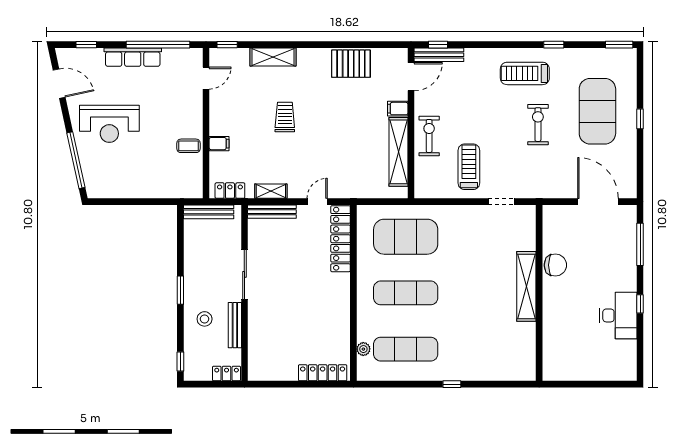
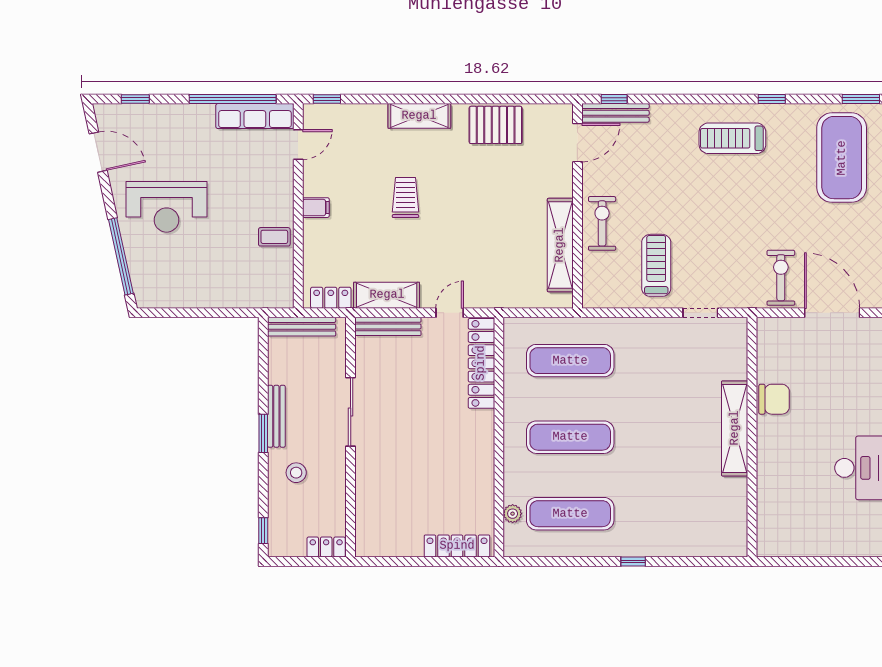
row of seats: (133, 57) -> (255, 116), moved
shelving: (273, 57) -> (419, 116), moved
filing cabinet: (398, 109) -> (559, 186), removed
exercise mat: (597, 111) -> (842, 158), moved
exercise bike: (538, 125) -> (781, 278), moved
filing cabinet: (219, 144) -> (316, 208), moved
shelving: (271, 191) -> (387, 295), width x1.50, depth x1.33
exercise mat: (406, 237) -> (570, 361), width x0.68
bench: (235, 325) -> (276, 416), moved

